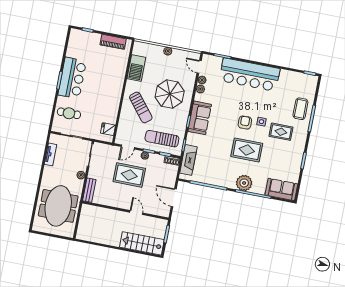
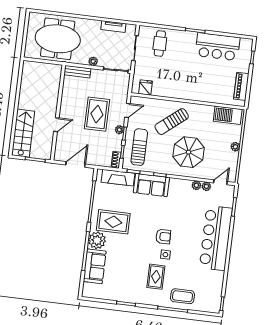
barbecue: (136, 68) -> (228, 115), moved
bar counter: (72, 78) -> (218, 47), moved
sofa: (200, 118) -> (151, 185), moved
door: (128, 147) -> (127, 110), swing flipped
rug: (247, 150) -> (113, 222), moved, turned 90
sofa: (281, 189) -> (95, 266), moved

